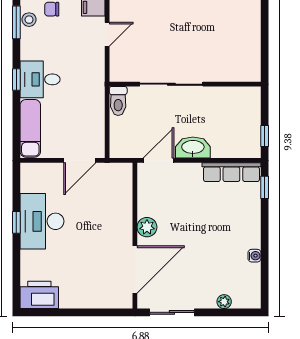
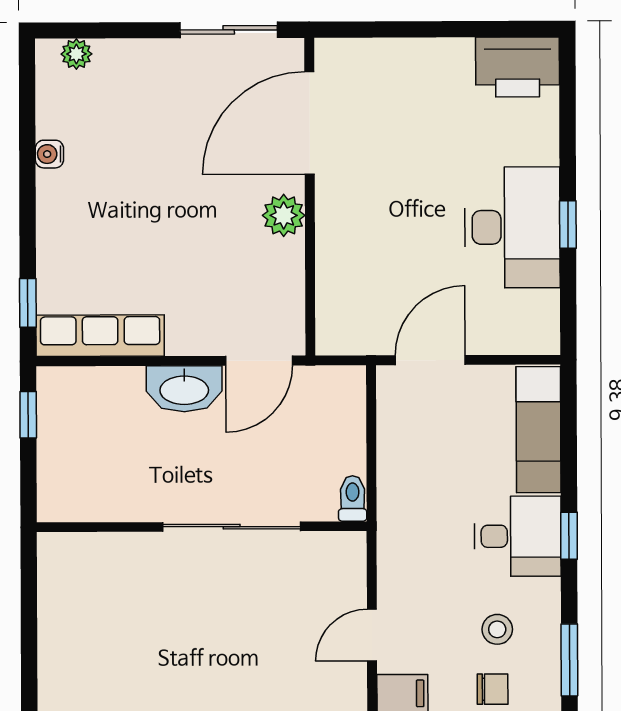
stool: (29, 20) -> (497, 629), moved
toilet: (118, 101) -> (353, 498), width x0.73, depth x0.72
plant: (224, 302) -> (76, 54), moved

